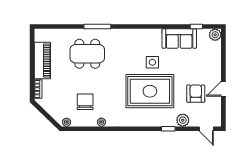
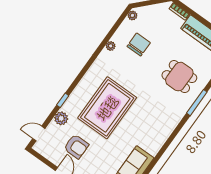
dining table: (87, 54) -> (179, 77), width x0.73
side table: (152, 62) -> (131, 128), removed
chair: (85, 102) -> (139, 45), turned -90

